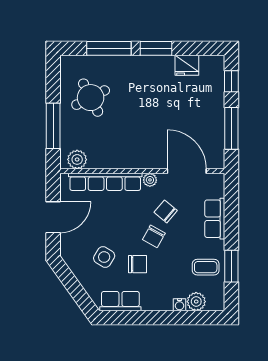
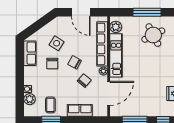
window: (53, 126) -> (147, 12), moved
kitchen unit: (124, 159) -> (116, 55), added
chair: (154, 236) -> (75, 62), moved

